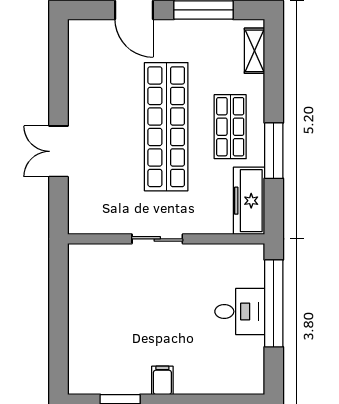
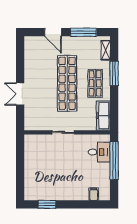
window: (274, 151) -> (114, 73), moved
desk: (240, 311) -> (99, 152), moved
filing cabinet: (162, 380) -> (94, 194), moved

